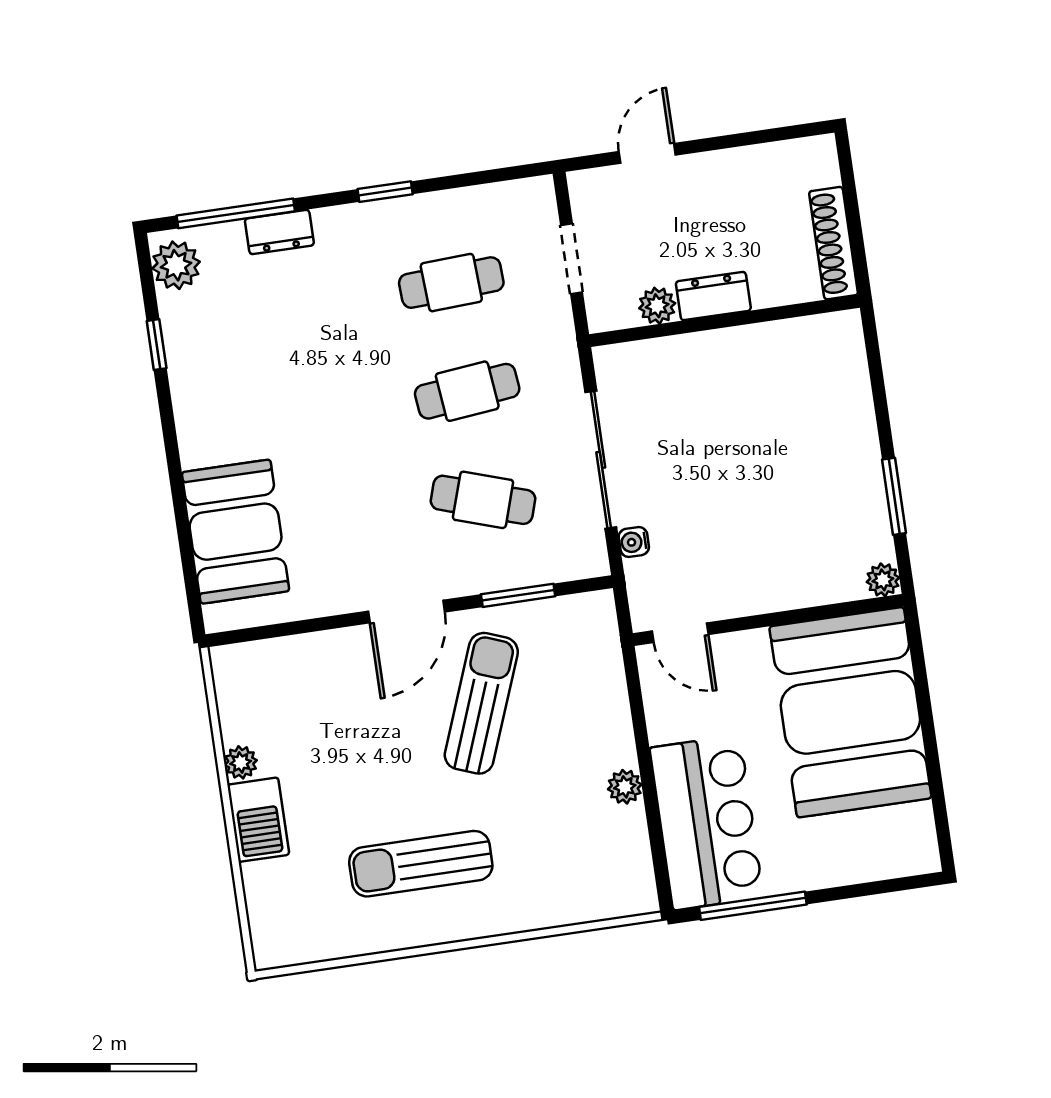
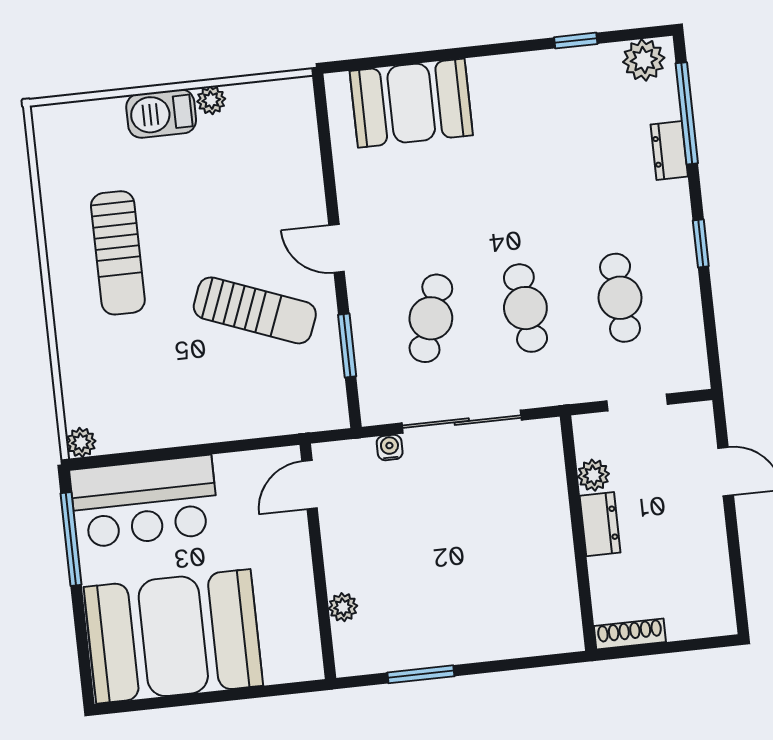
shoe rack: (833, 243) -> (630, 634), width x0.74, depth x0.81
plant: (883, 580) -> (343, 607), moved
door: (406, 612) -> (337, 248), width x0.73
booth: (850, 712) -> (173, 636), moved
plant: (625, 787) -> (81, 442), moved
sun lounger: (421, 864) -> (118, 253), turned 180

